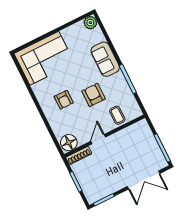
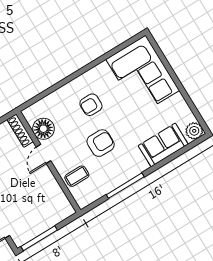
sofa: (105, 59) -> (163, 145), moved
door: (98, 139) -> (44, 154), swing flipped
floor lamp: (69, 143) -> (43, 129), moved

